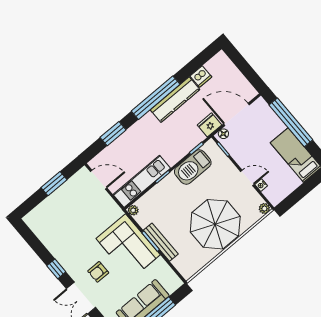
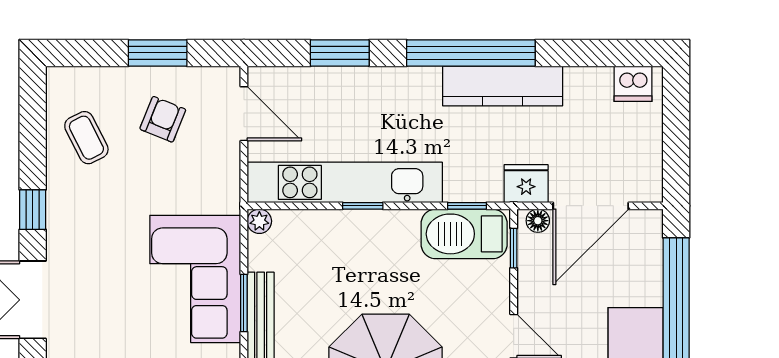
dishwasher: (201, 77) -> (633, 84), moved
door: (237, 114) -> (591, 206), swing flipped
barbecue: (193, 167) -> (464, 234), moved
kitchen unit: (142, 181) -> (345, 182), width x1.36
coffee table: (54, 231) -> (86, 138), added
armchair: (98, 272) -> (163, 119), moved, turned 112

